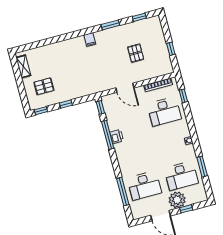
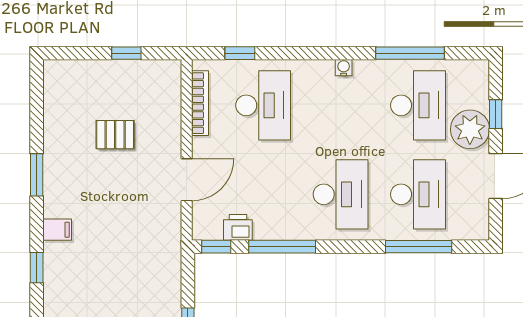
window: (139, 17) -> (37, 268), moved
printer: (117, 137) -> (238, 227), moved
desk: (136, 153) -> (341, 194), added
window: (202, 167) -> (410, 53), width x1.44

